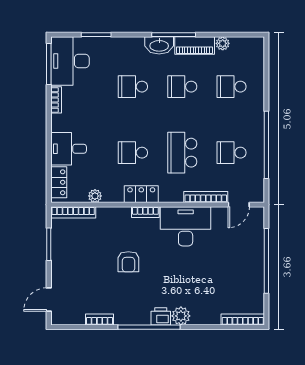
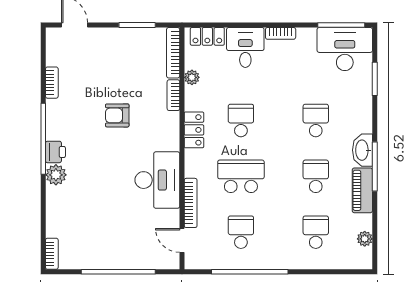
plant: (223, 43) -> (365, 239), moved
bookcase: (56, 100) -> (281, 33), moved
bookcase: (145, 212) -> (173, 95), moved
bookcase: (243, 319) -> (52, 254), width x0.64

